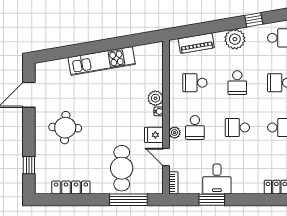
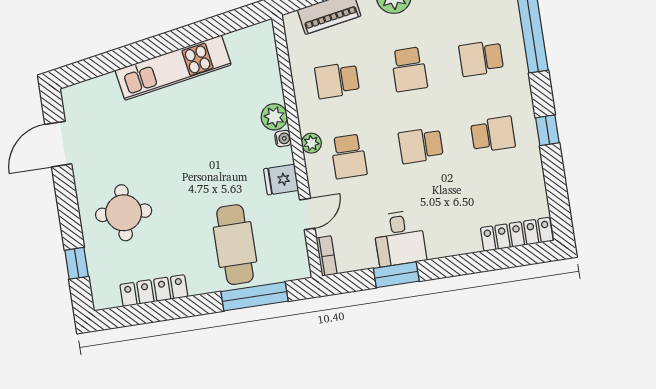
round table: (65, 128) -> (124, 213), moved
plant: (175, 133) -> (311, 143), moved
door: (166, 157) -> (307, 214), swing flipped

